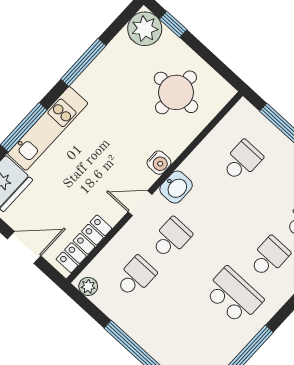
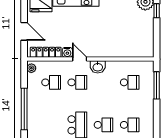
round table: (176, 92) -> (133, 35), removed
water cooler: (159, 163) -> (67, 52), moved

